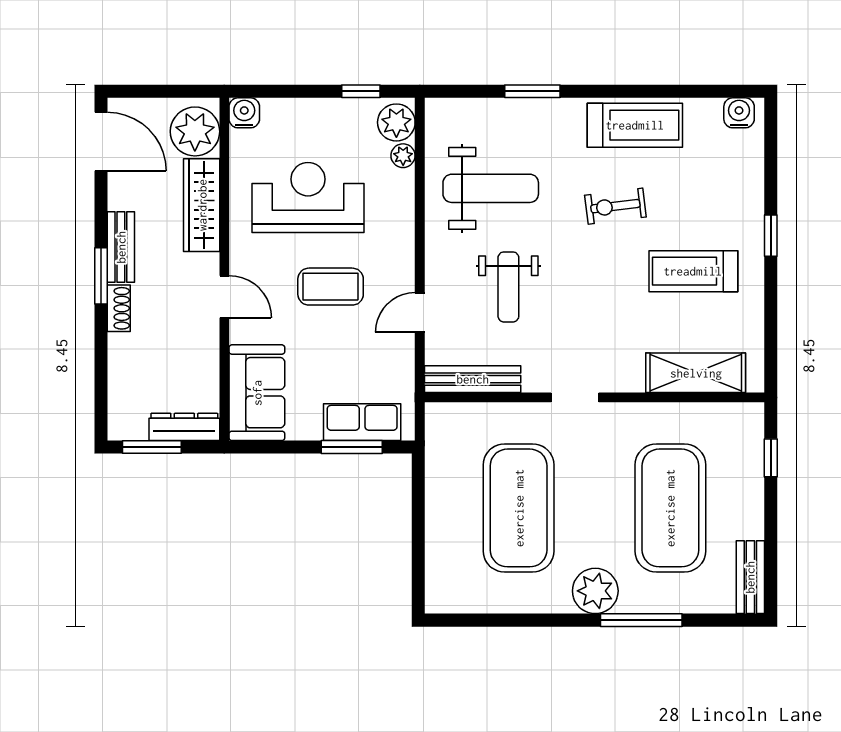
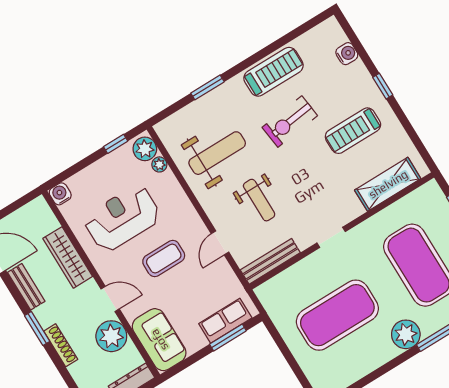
water cooler: (739, 113) -> (347, 54), moved, turned 90
plant: (195, 131) -> (111, 336), moved
exercise bike: (615, 206) -> (290, 122), width x1.38, depth x1.39
bench: (121, 247) -> (26, 287), moved
shoe rack: (119, 308) -> (61, 345), width x1.43
exercise mat: (519, 508) -> (337, 315), turned 90

